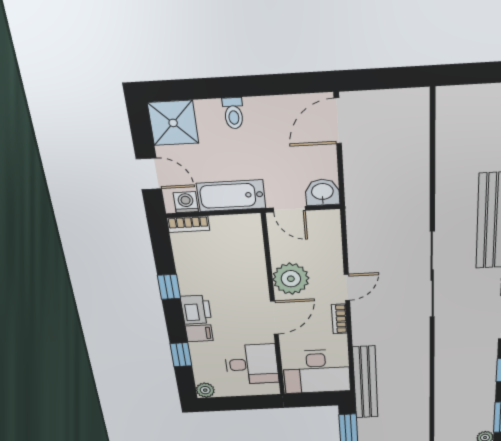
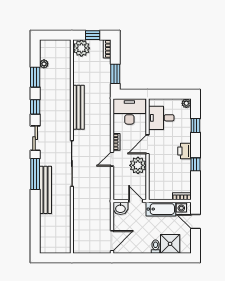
shower: (173, 123) -> (170, 244), moved
filing cabinet: (199, 333) -> (185, 138), removed
bench: (365, 382) -> (79, 107), moved

